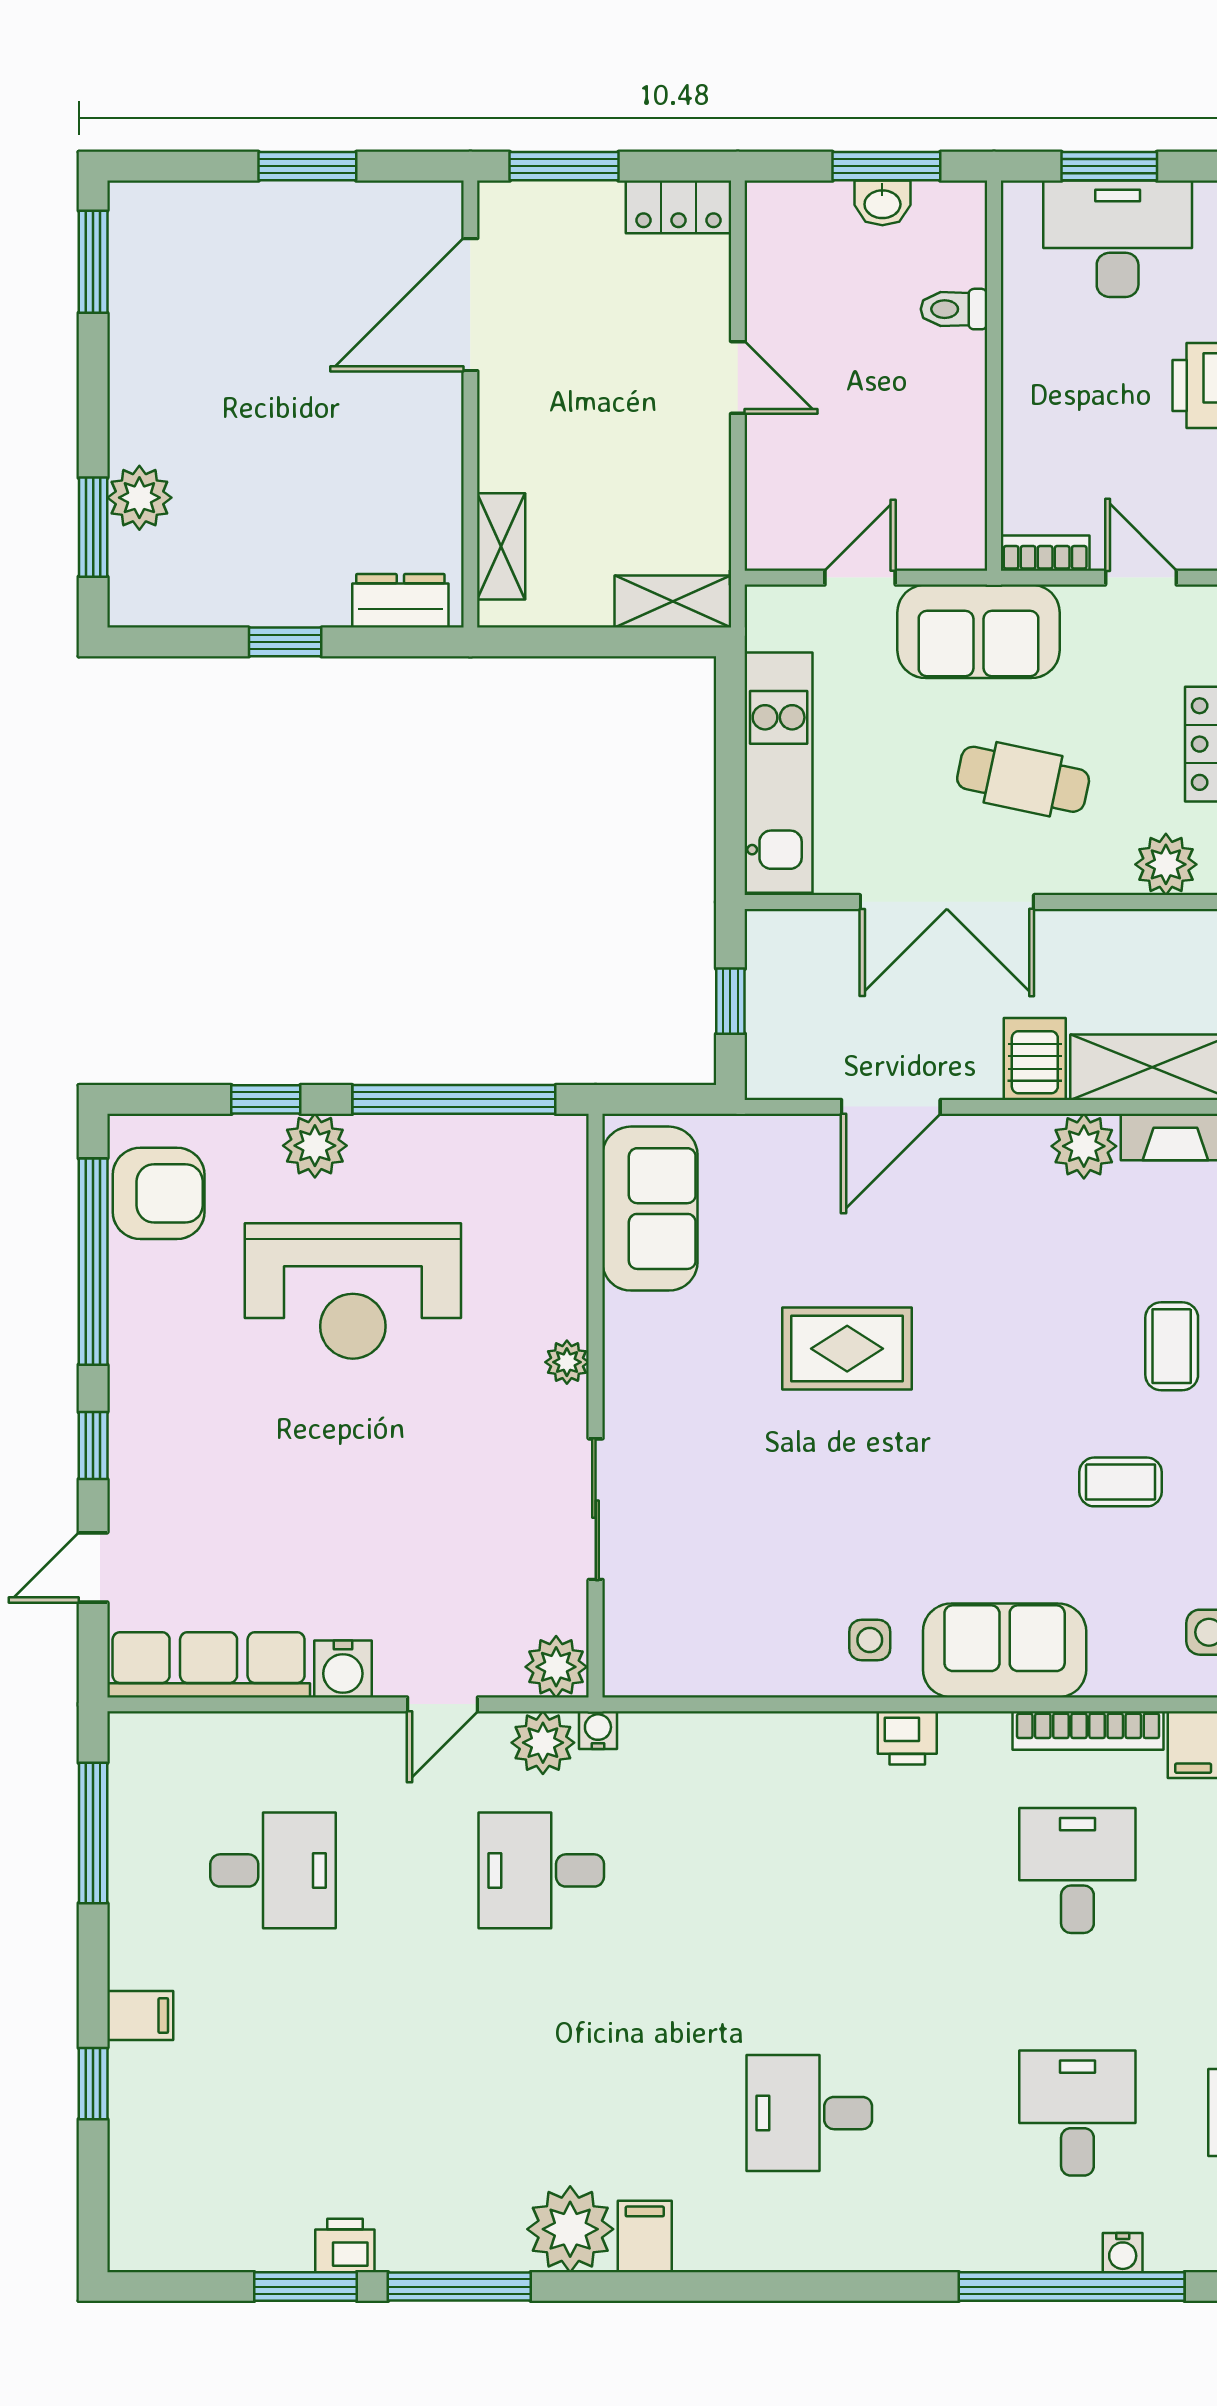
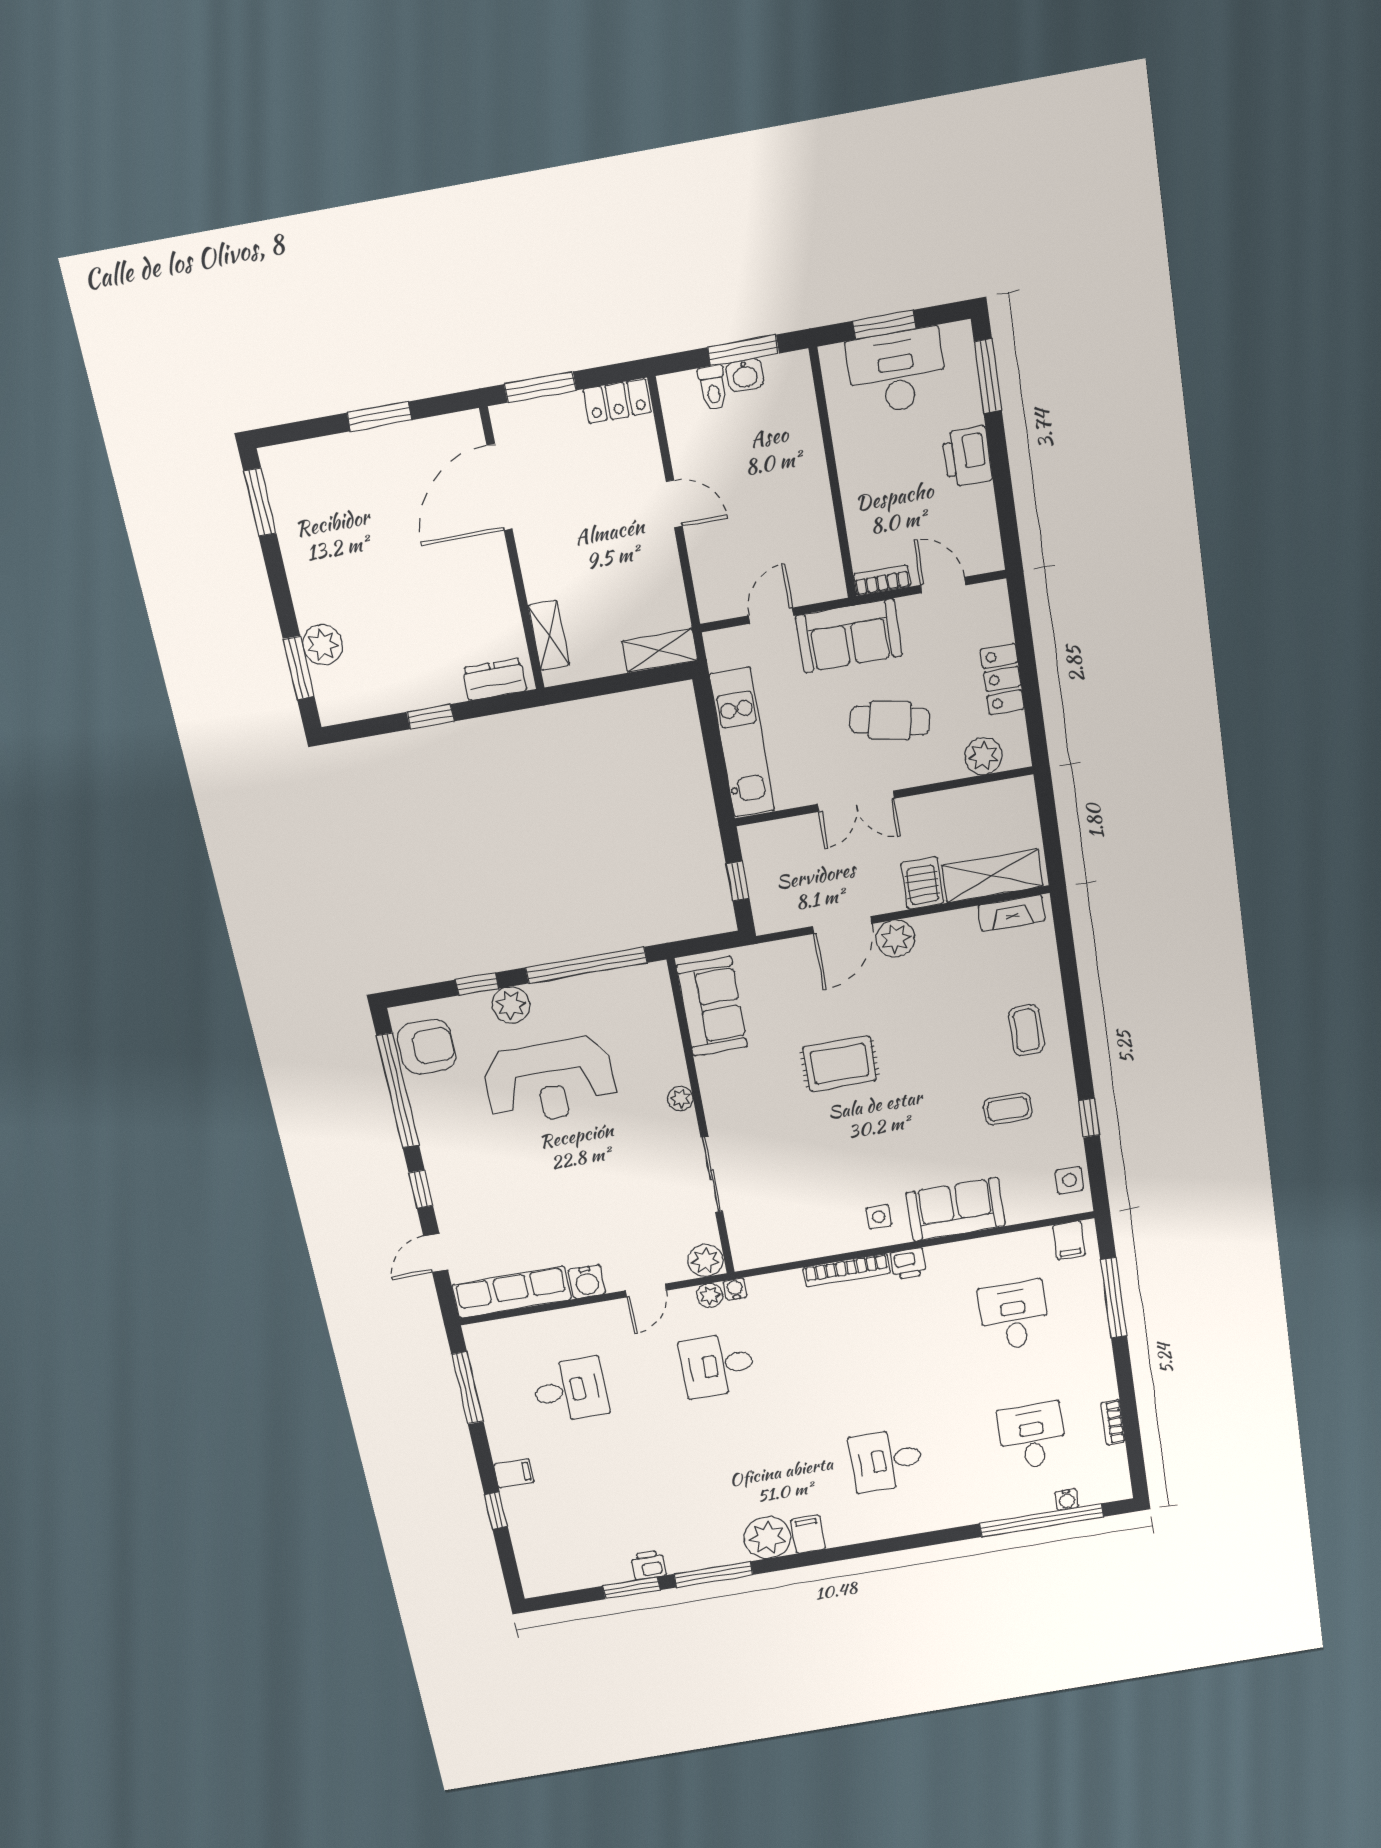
toilet: (954, 309) -> (713, 388), moved, turned -90
double door: (947, 902) -> (856, 801), width x0.73
plant: (1084, 1146) -> (896, 939), moved
bookcase: (1088, 1730) -> (847, 1270), moved
plant: (543, 1743) -> (710, 1295), width x0.73, depth x0.73

